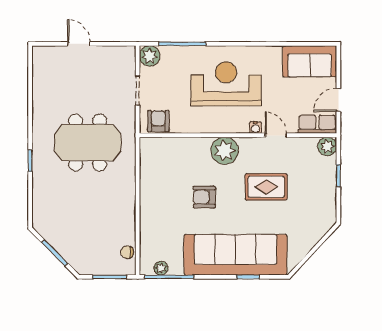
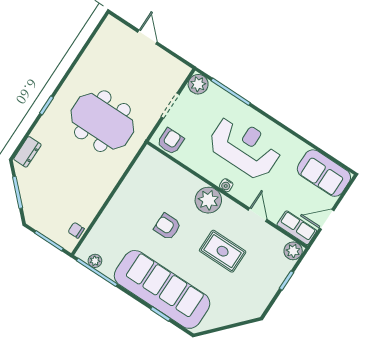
water cooler: (255, 128) -> (226, 185), moved
dresser: (40, 212) -> (27, 152), added

